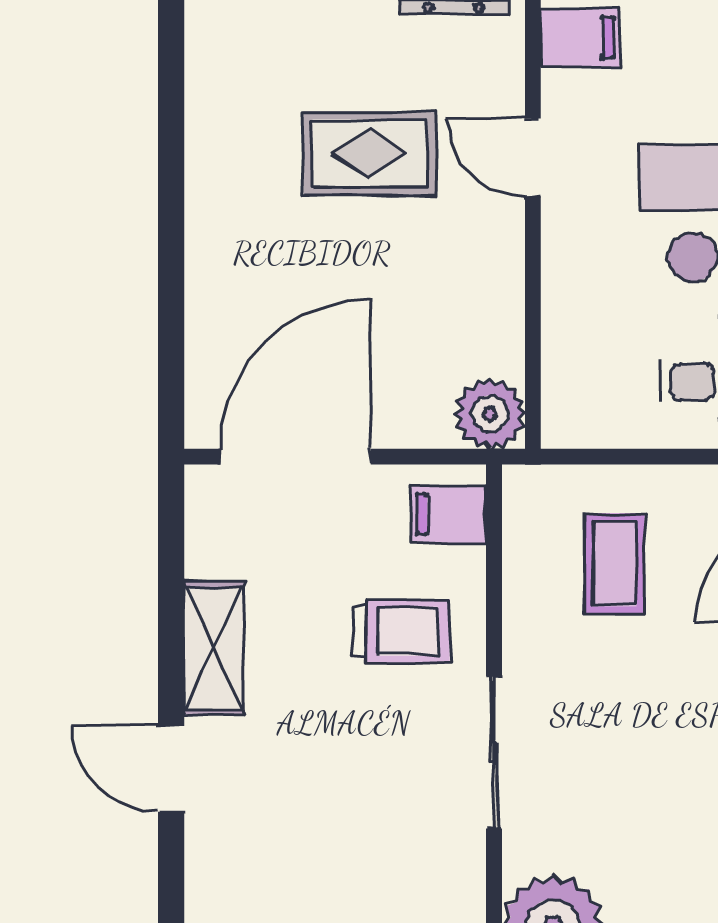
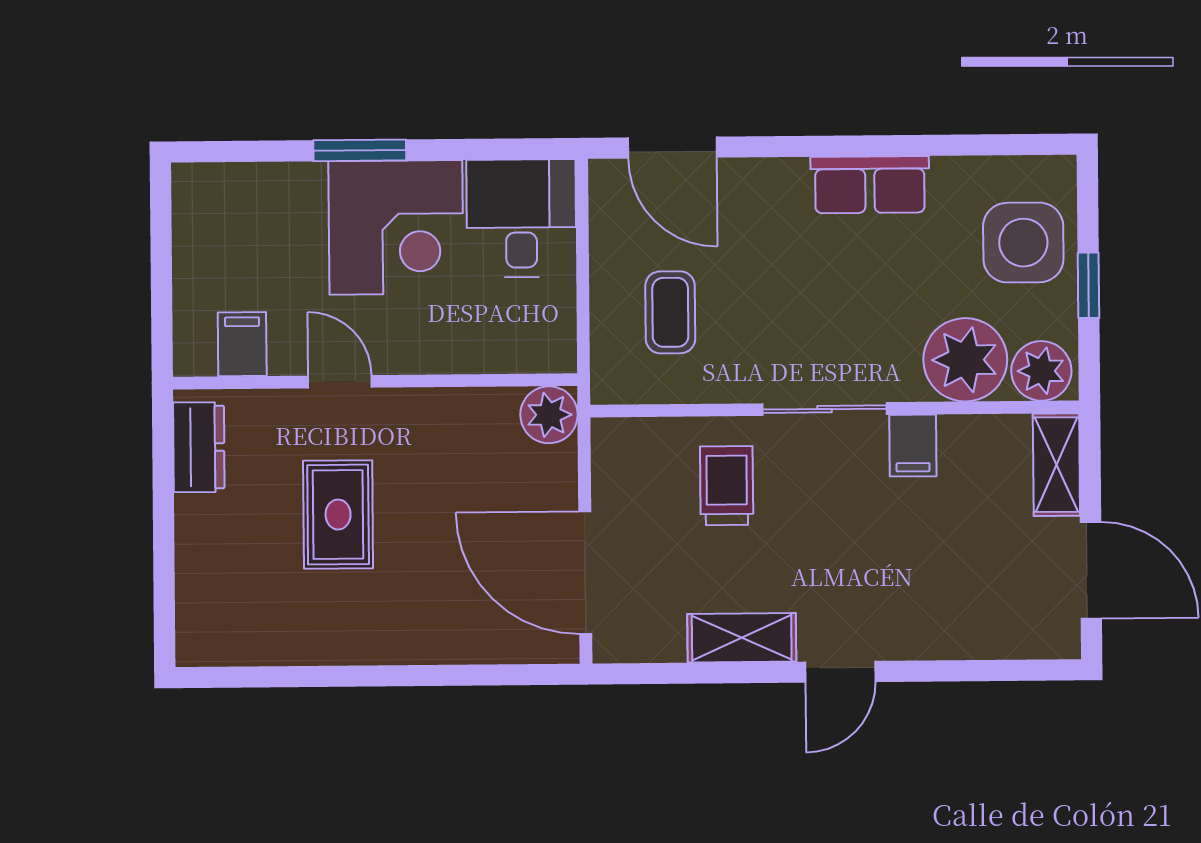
door: (533, 157) -> (340, 382), swing flipped
filing cabinet: (448, 514) -> (913, 446), moved
coffee table: (615, 564) -> (670, 312), turned 90

